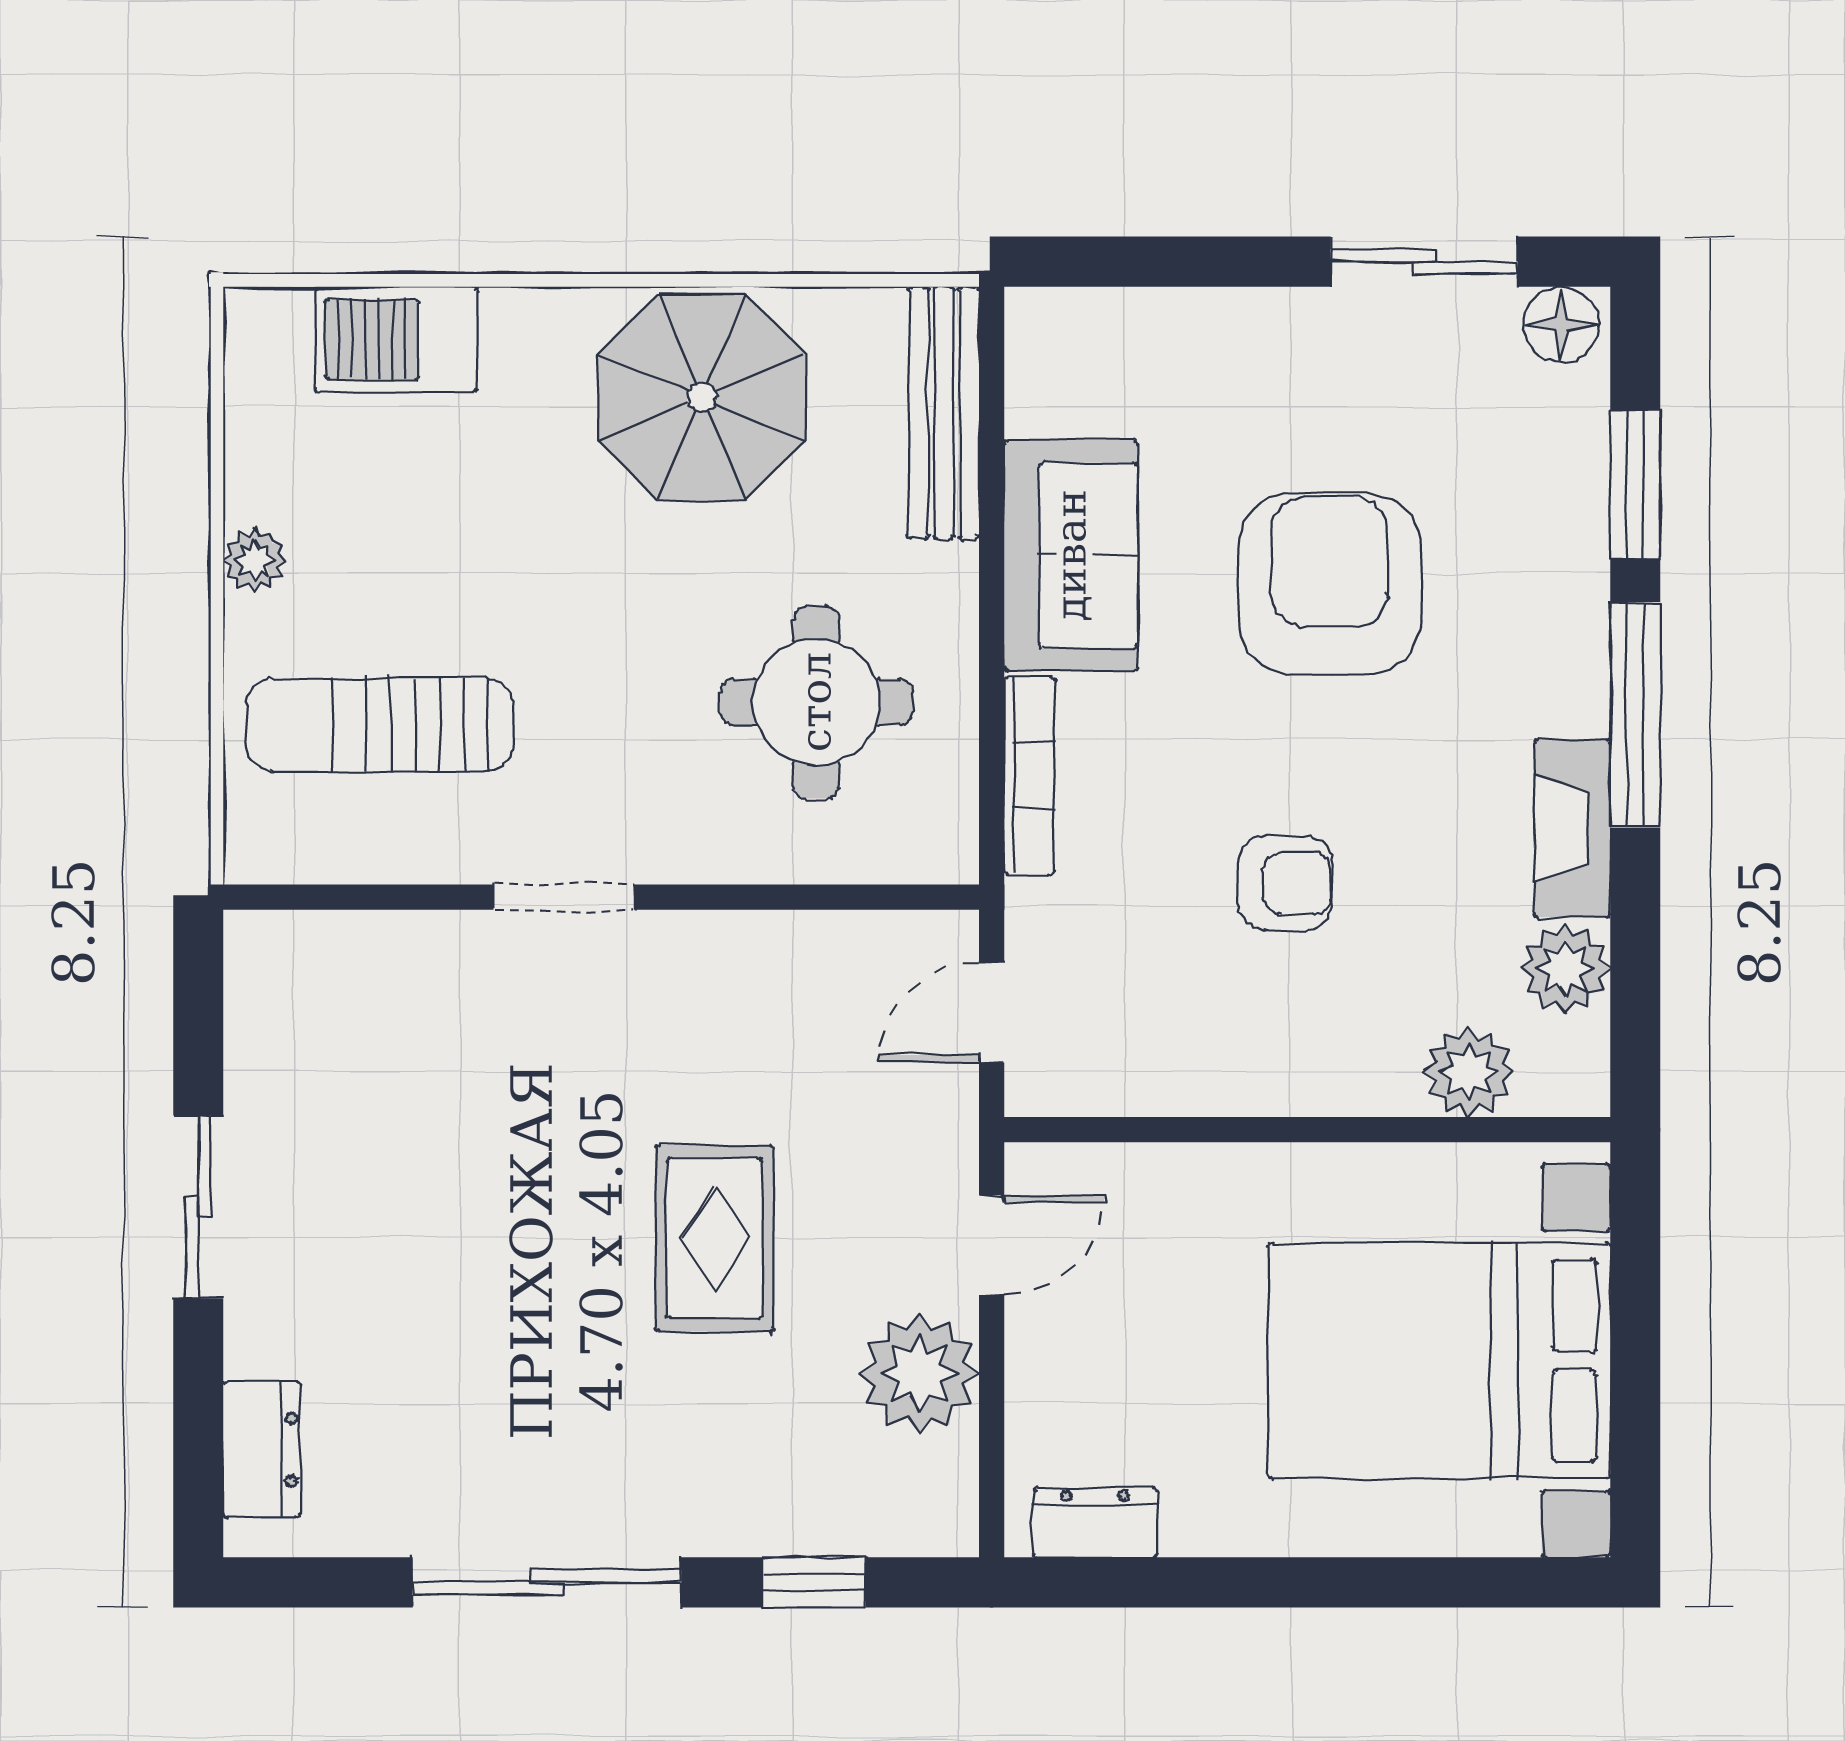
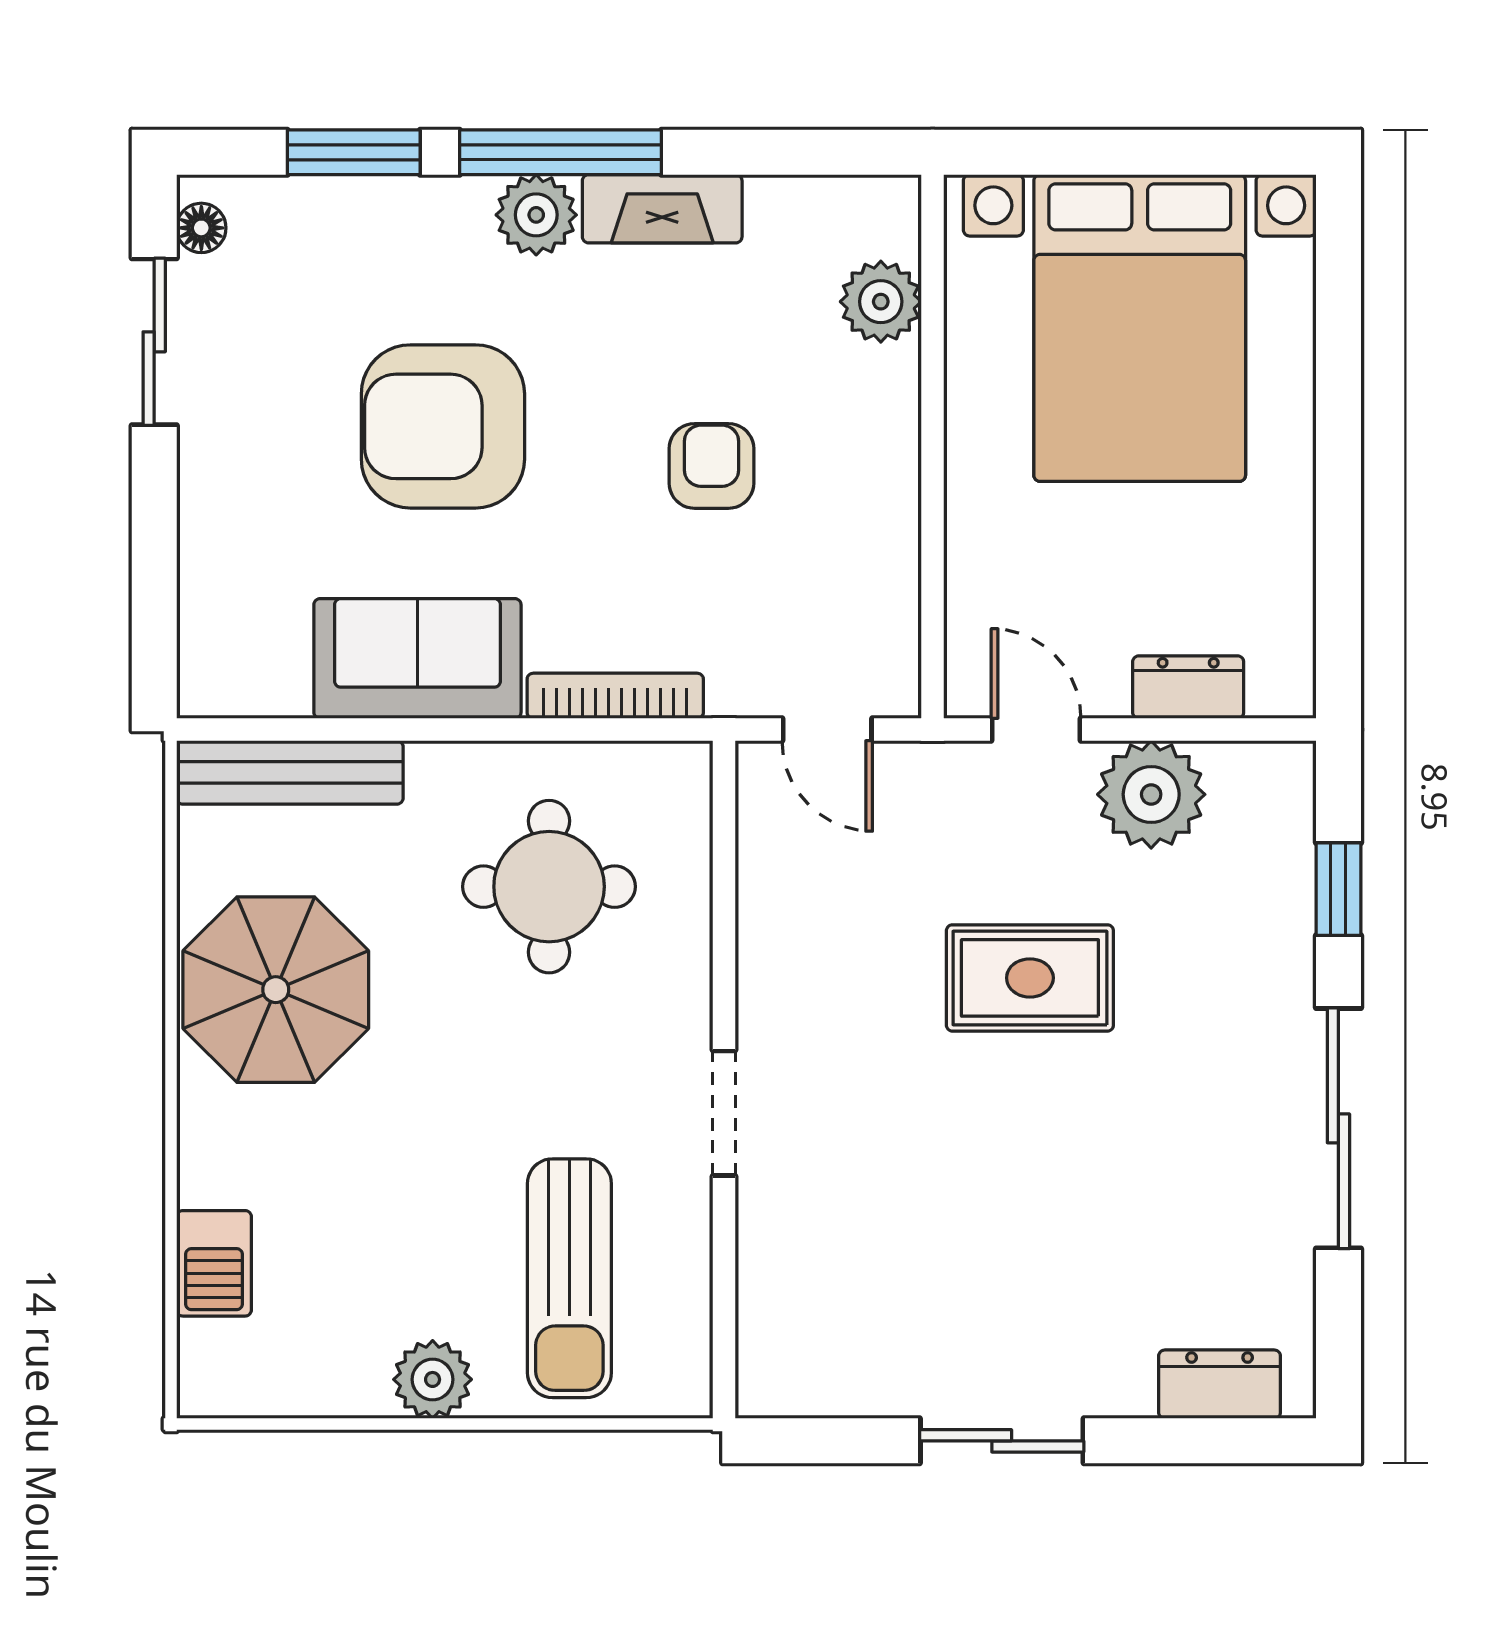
floor lamp: (1561, 324) -> (201, 228), width x0.73, depth x0.73
barbecue: (396, 339) -> (214, 1263), width x0.73, depth x0.79
plant: (255, 560) -> (433, 1379), width x1.38, depth x1.38
plant: (1566, 969) -> (536, 215), moved
dresser: (1095, 1523) -> (1188, 687), moved, turned 90

